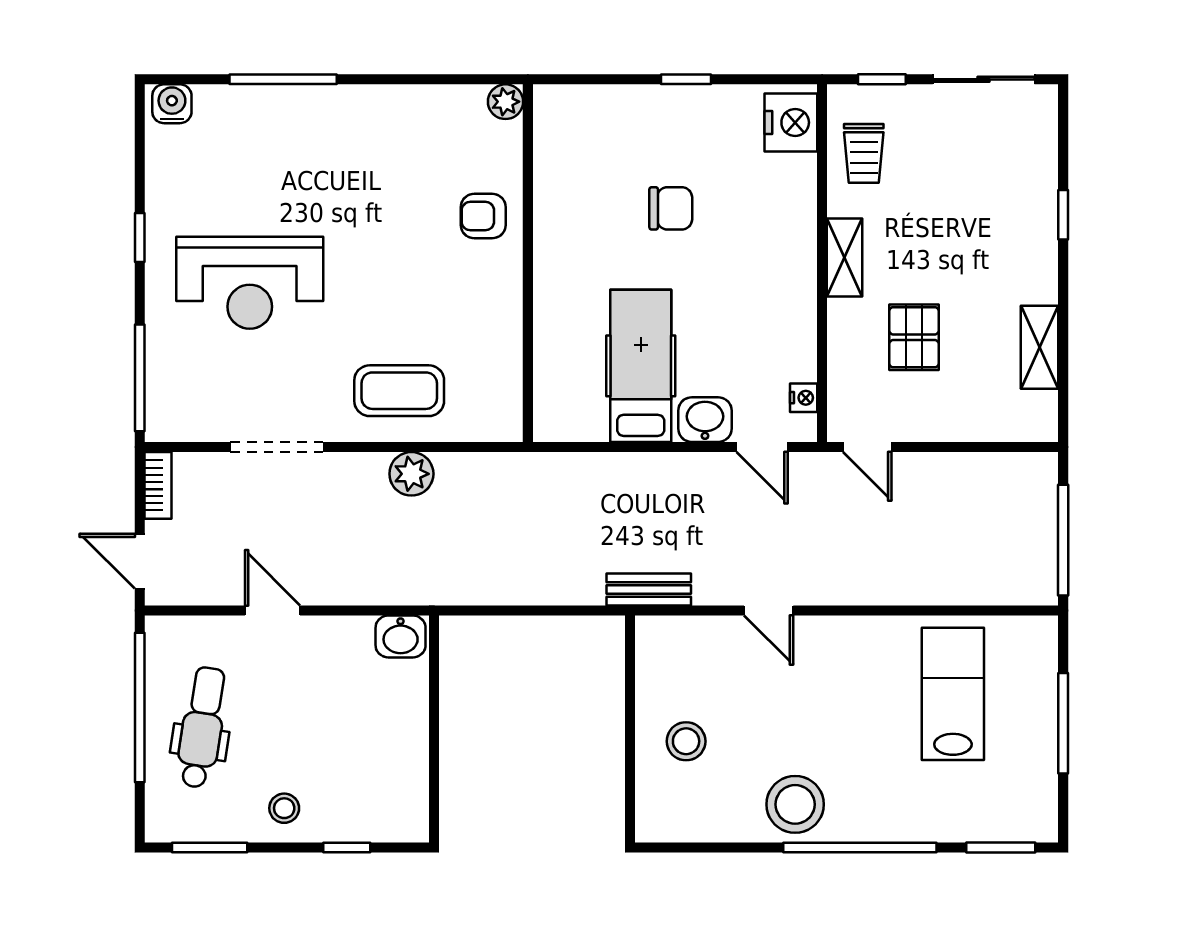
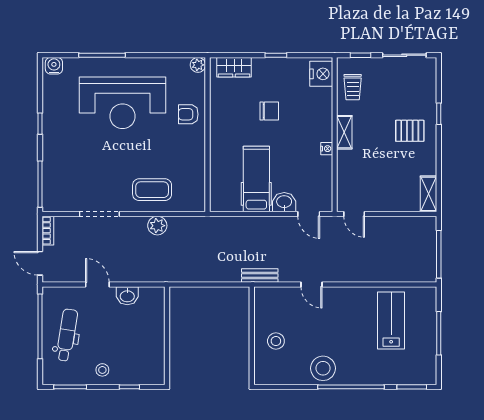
wardrobe: (589, 107) -> (234, 67), added
reception desk: (250, 283) -> (122, 103), moved, width x1.36, depth x1.30
pallet: (914, 337) -> (410, 131), moved, turned 90
shelving: (1039, 347) -> (428, 194), moved
nightstand: (804, 398) -> (327, 149), moved
washbasin: (401, 636) -> (127, 296), moved

